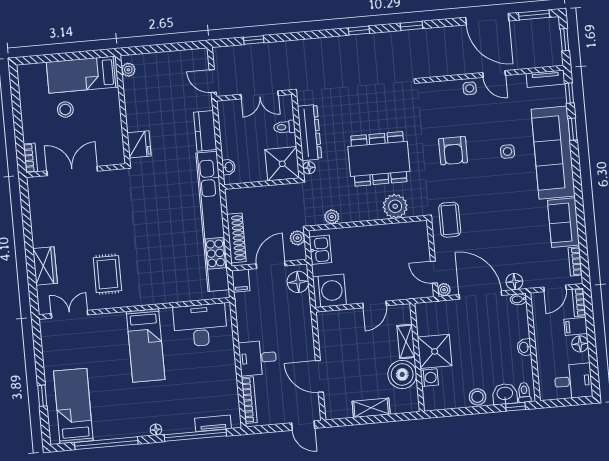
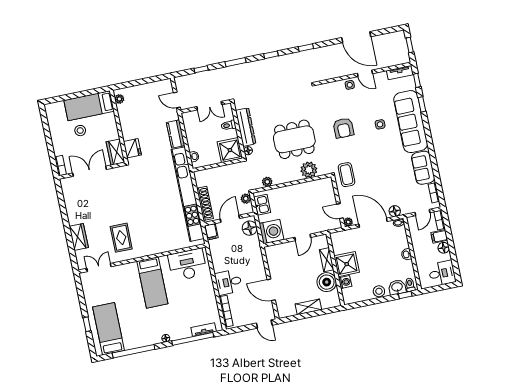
window: (534, 15) -> (236, 62), moved
wardrobe: (114, 147) -> (116, 152), added

